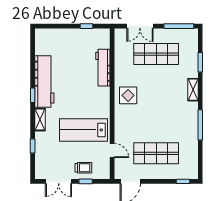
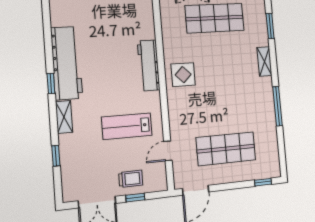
workbench: (103, 68) -> (149, 65), moved
lab bench: (84, 130) -> (127, 126), width x0.73, depth x0.72
door: (112, 150) -> (168, 151), swing flipped

